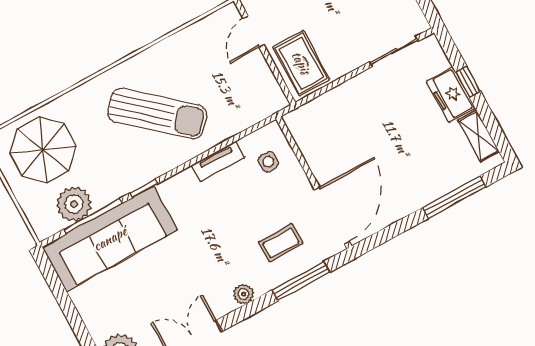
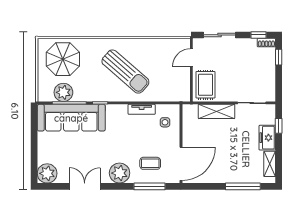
window: (468, 82) -> (279, 126), moved
shelving: (343, 97) -> (217, 111), added
plant: (243, 294) -> (120, 173), width x1.87, depth x1.87

